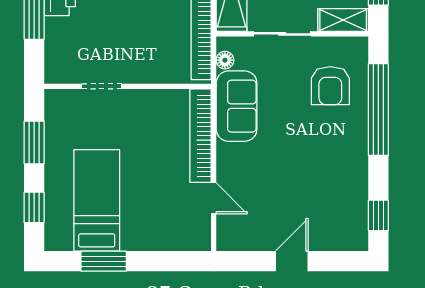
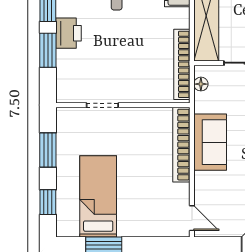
sofa: (237, 106) -> (210, 142), moved
door: (214, 198) -> (192, 218), moved

